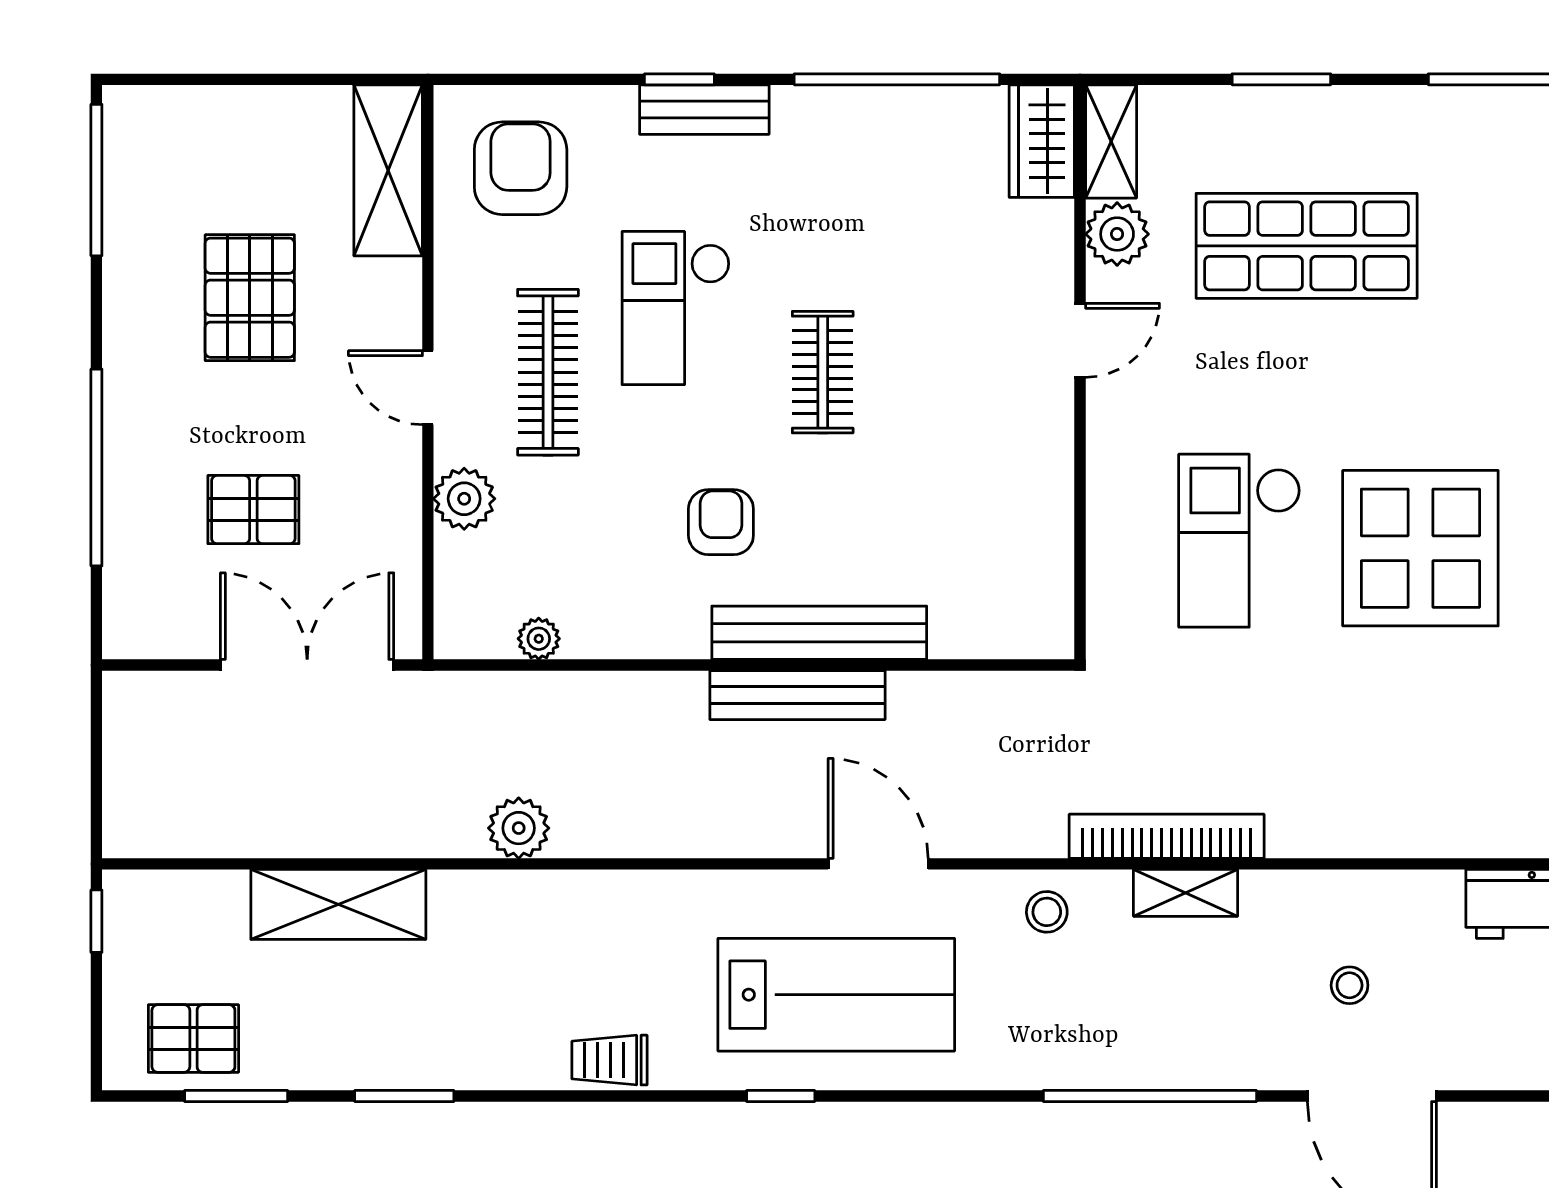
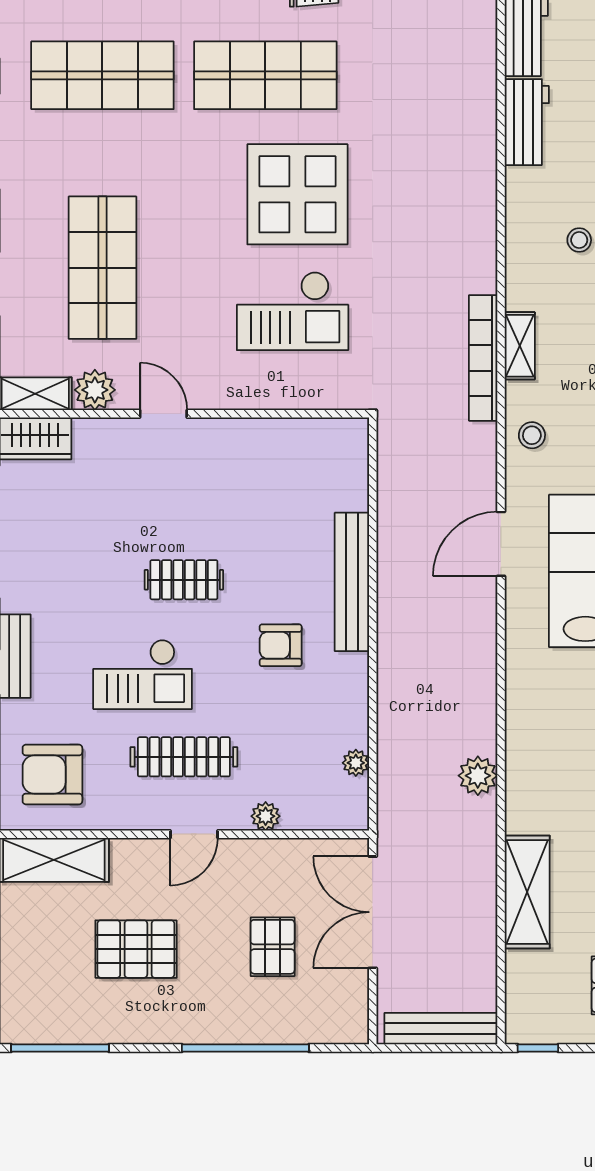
plant: (464, 499) -> (266, 816), width x0.73, depth x0.73
bench: (797, 695) -> (441, 1029), moved, turned 90

